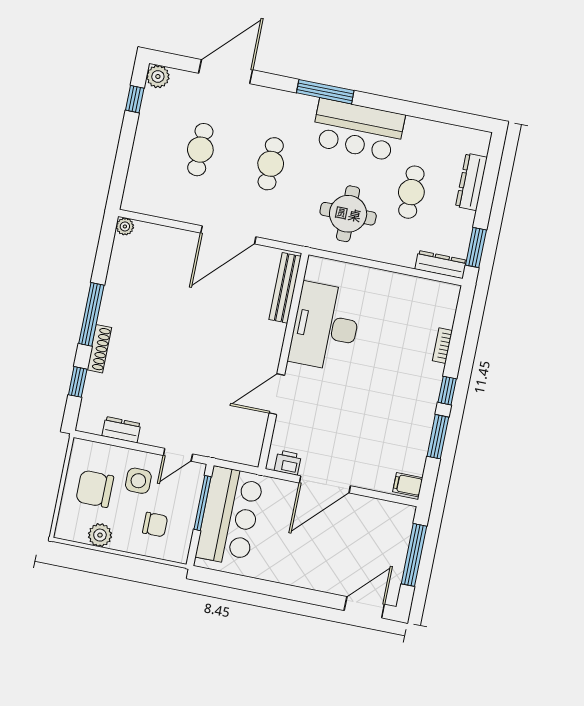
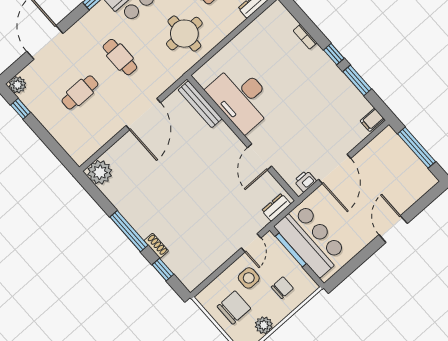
cafe table: (200, 150) -> (80, 92), turned 90
plant: (125, 226) -> (100, 172), width x1.87, depth x1.87
shoe rack: (99, 349) -> (156, 246), width x0.70
dresser: (121, 430) -> (276, 207), moved
chair: (95, 489) -> (234, 307), turned 180
door: (364, 607) -> (393, 229), moved

